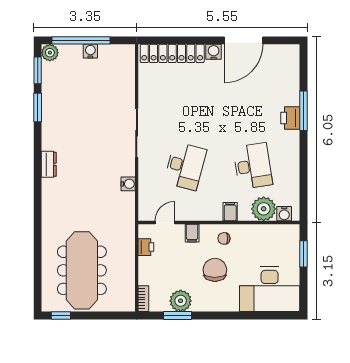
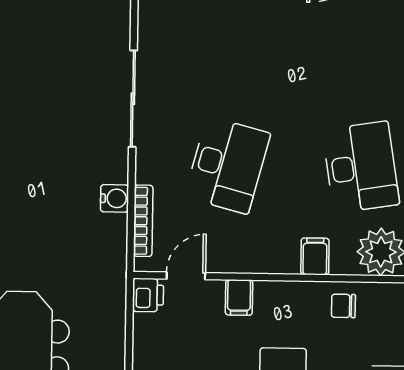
bookcase: (143, 195) -> (143, 221), added
chair: (224, 238) -> (343, 306), moved
printer: (146, 247) -> (148, 295), moved

